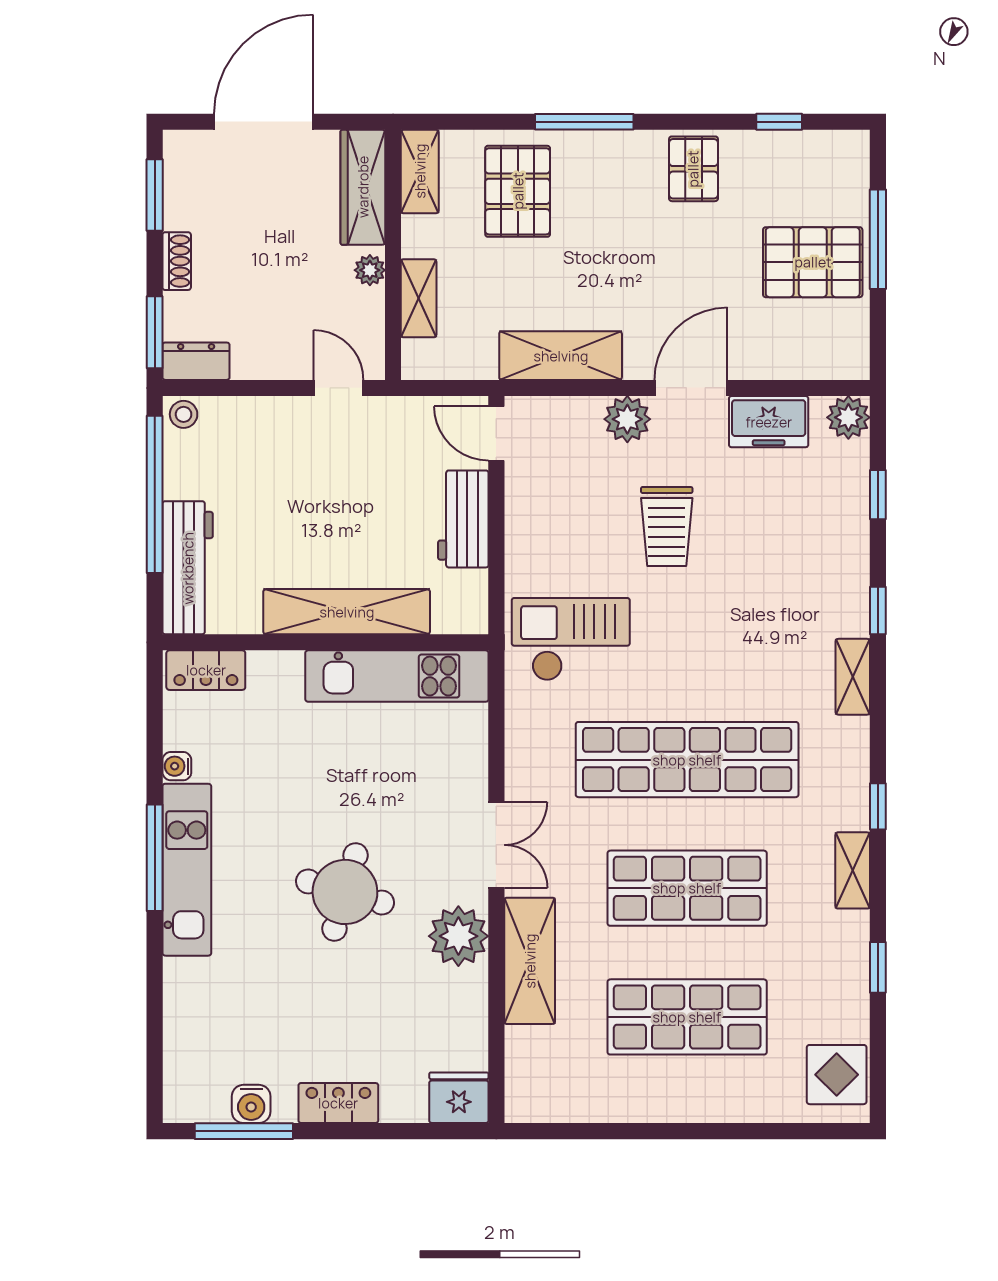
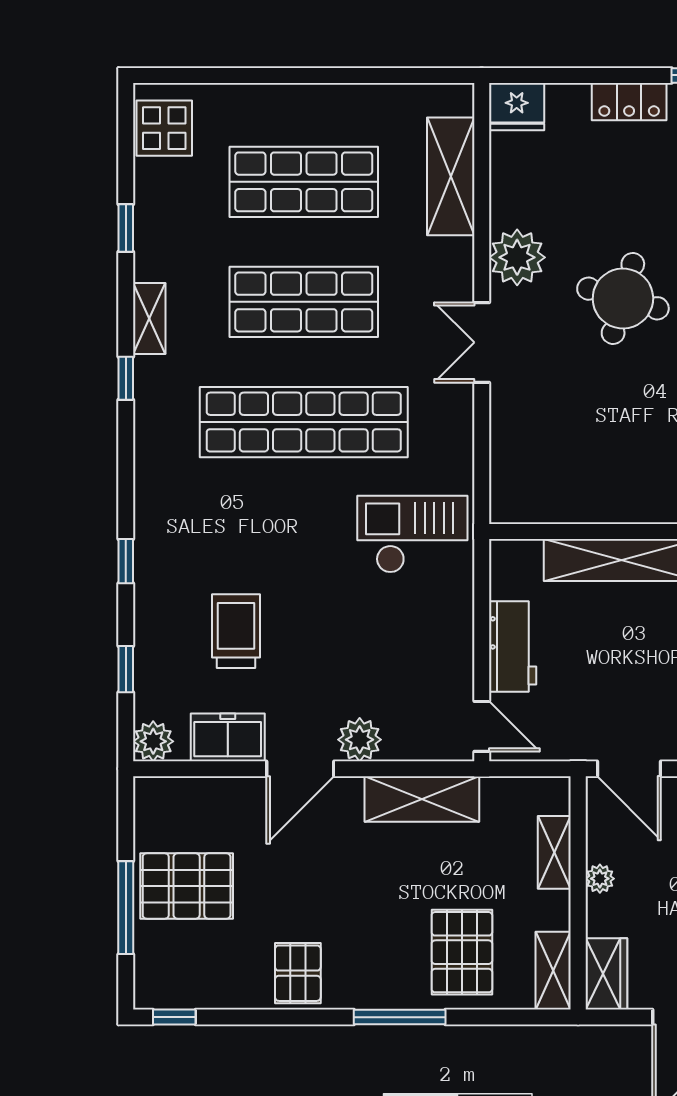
window: (779, 122) -> (174, 1017), moved
wardrobe: (363, 187) -> (606, 974), width x0.67
door: (339, 388) -> (629, 769), width x1.38
trolley: (667, 526) -> (236, 631), moved
checkout: (571, 639) -> (412, 534), turned 180
kitchen unit: (397, 676) -> (574, 500), removed
shelving: (853, 677) -> (149, 499), removed
shelving: (530, 961) -> (451, 176), moved

